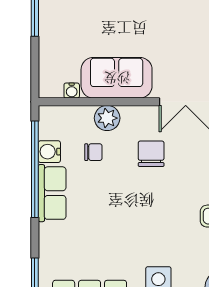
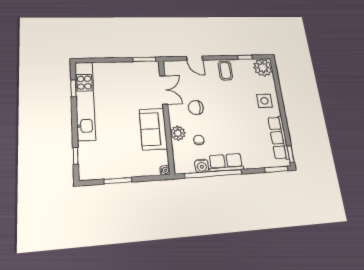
water cooler: (72, 91) -> (165, 170), moved

